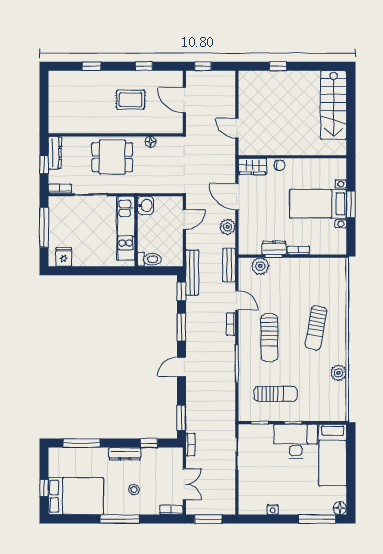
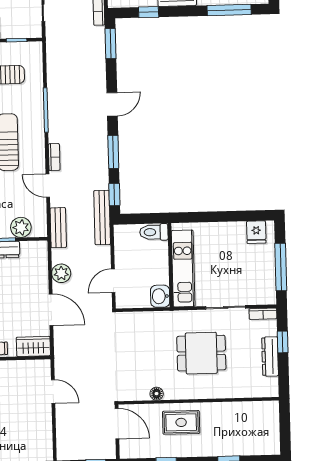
wall: (116, 135) -> (199, 401), moved
floor lamp: (151, 142) -> (157, 394), moved

